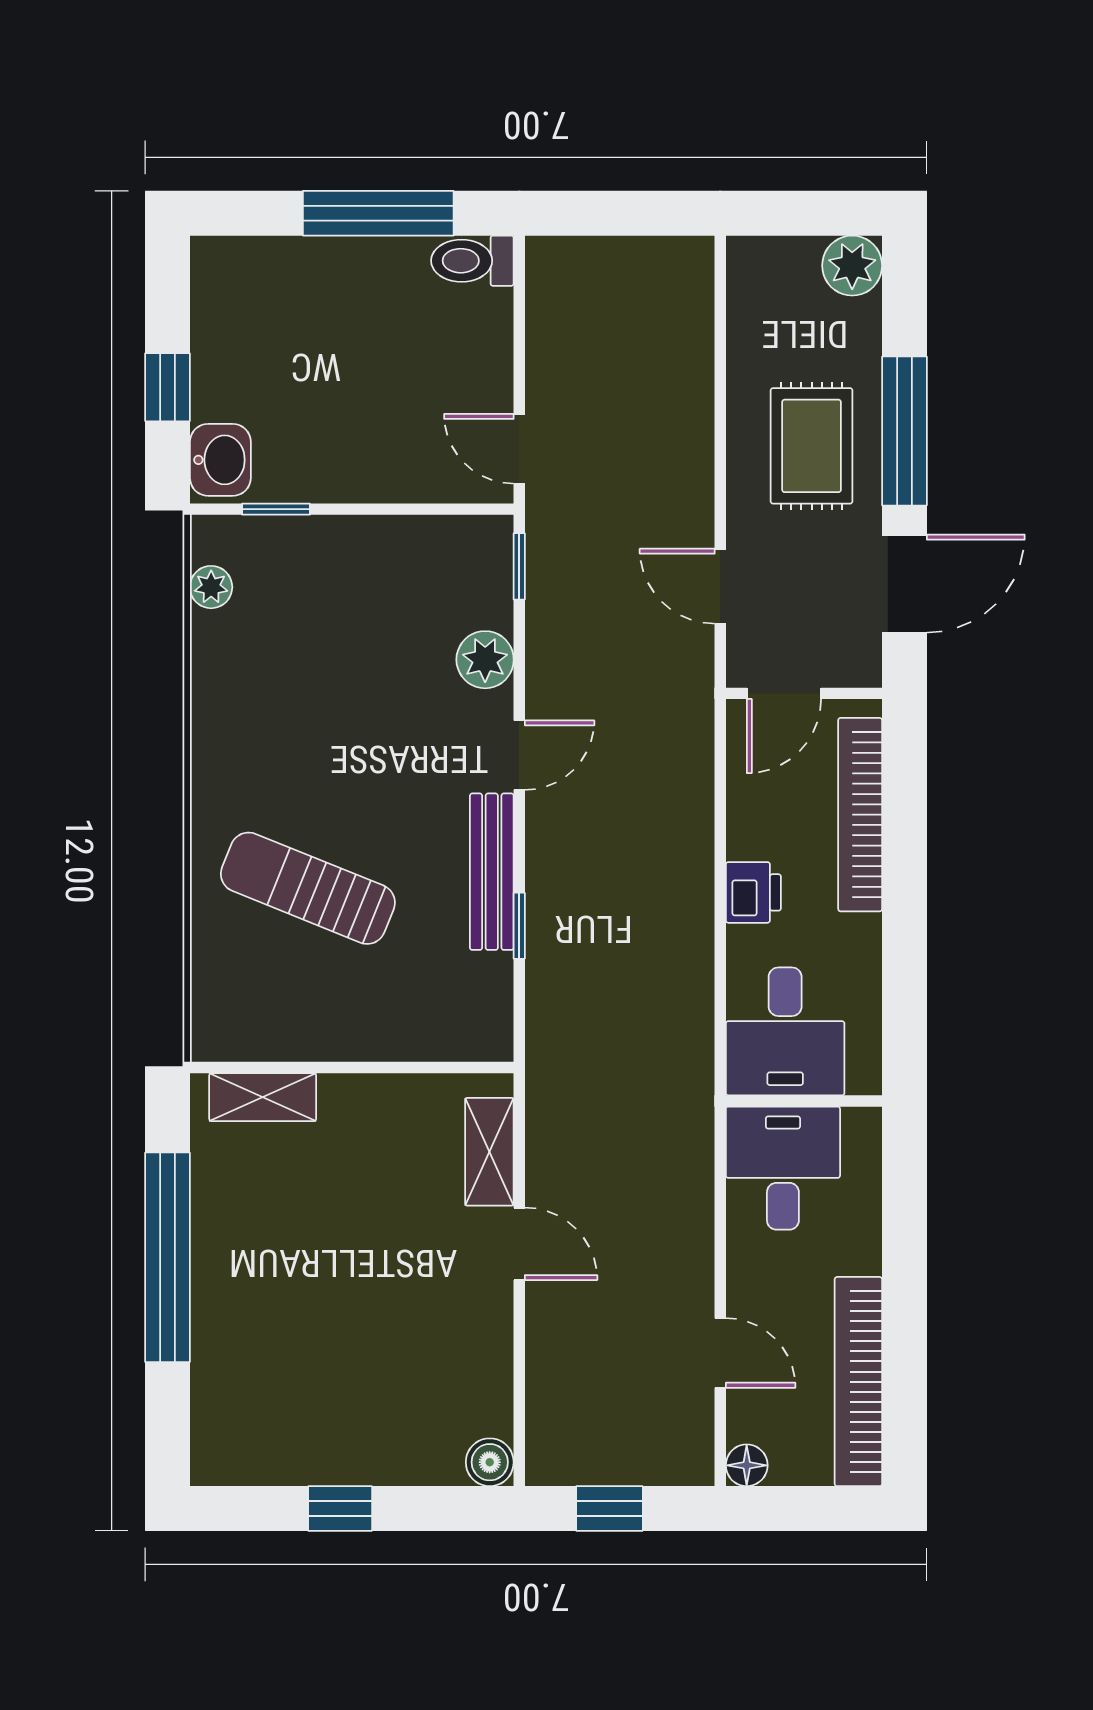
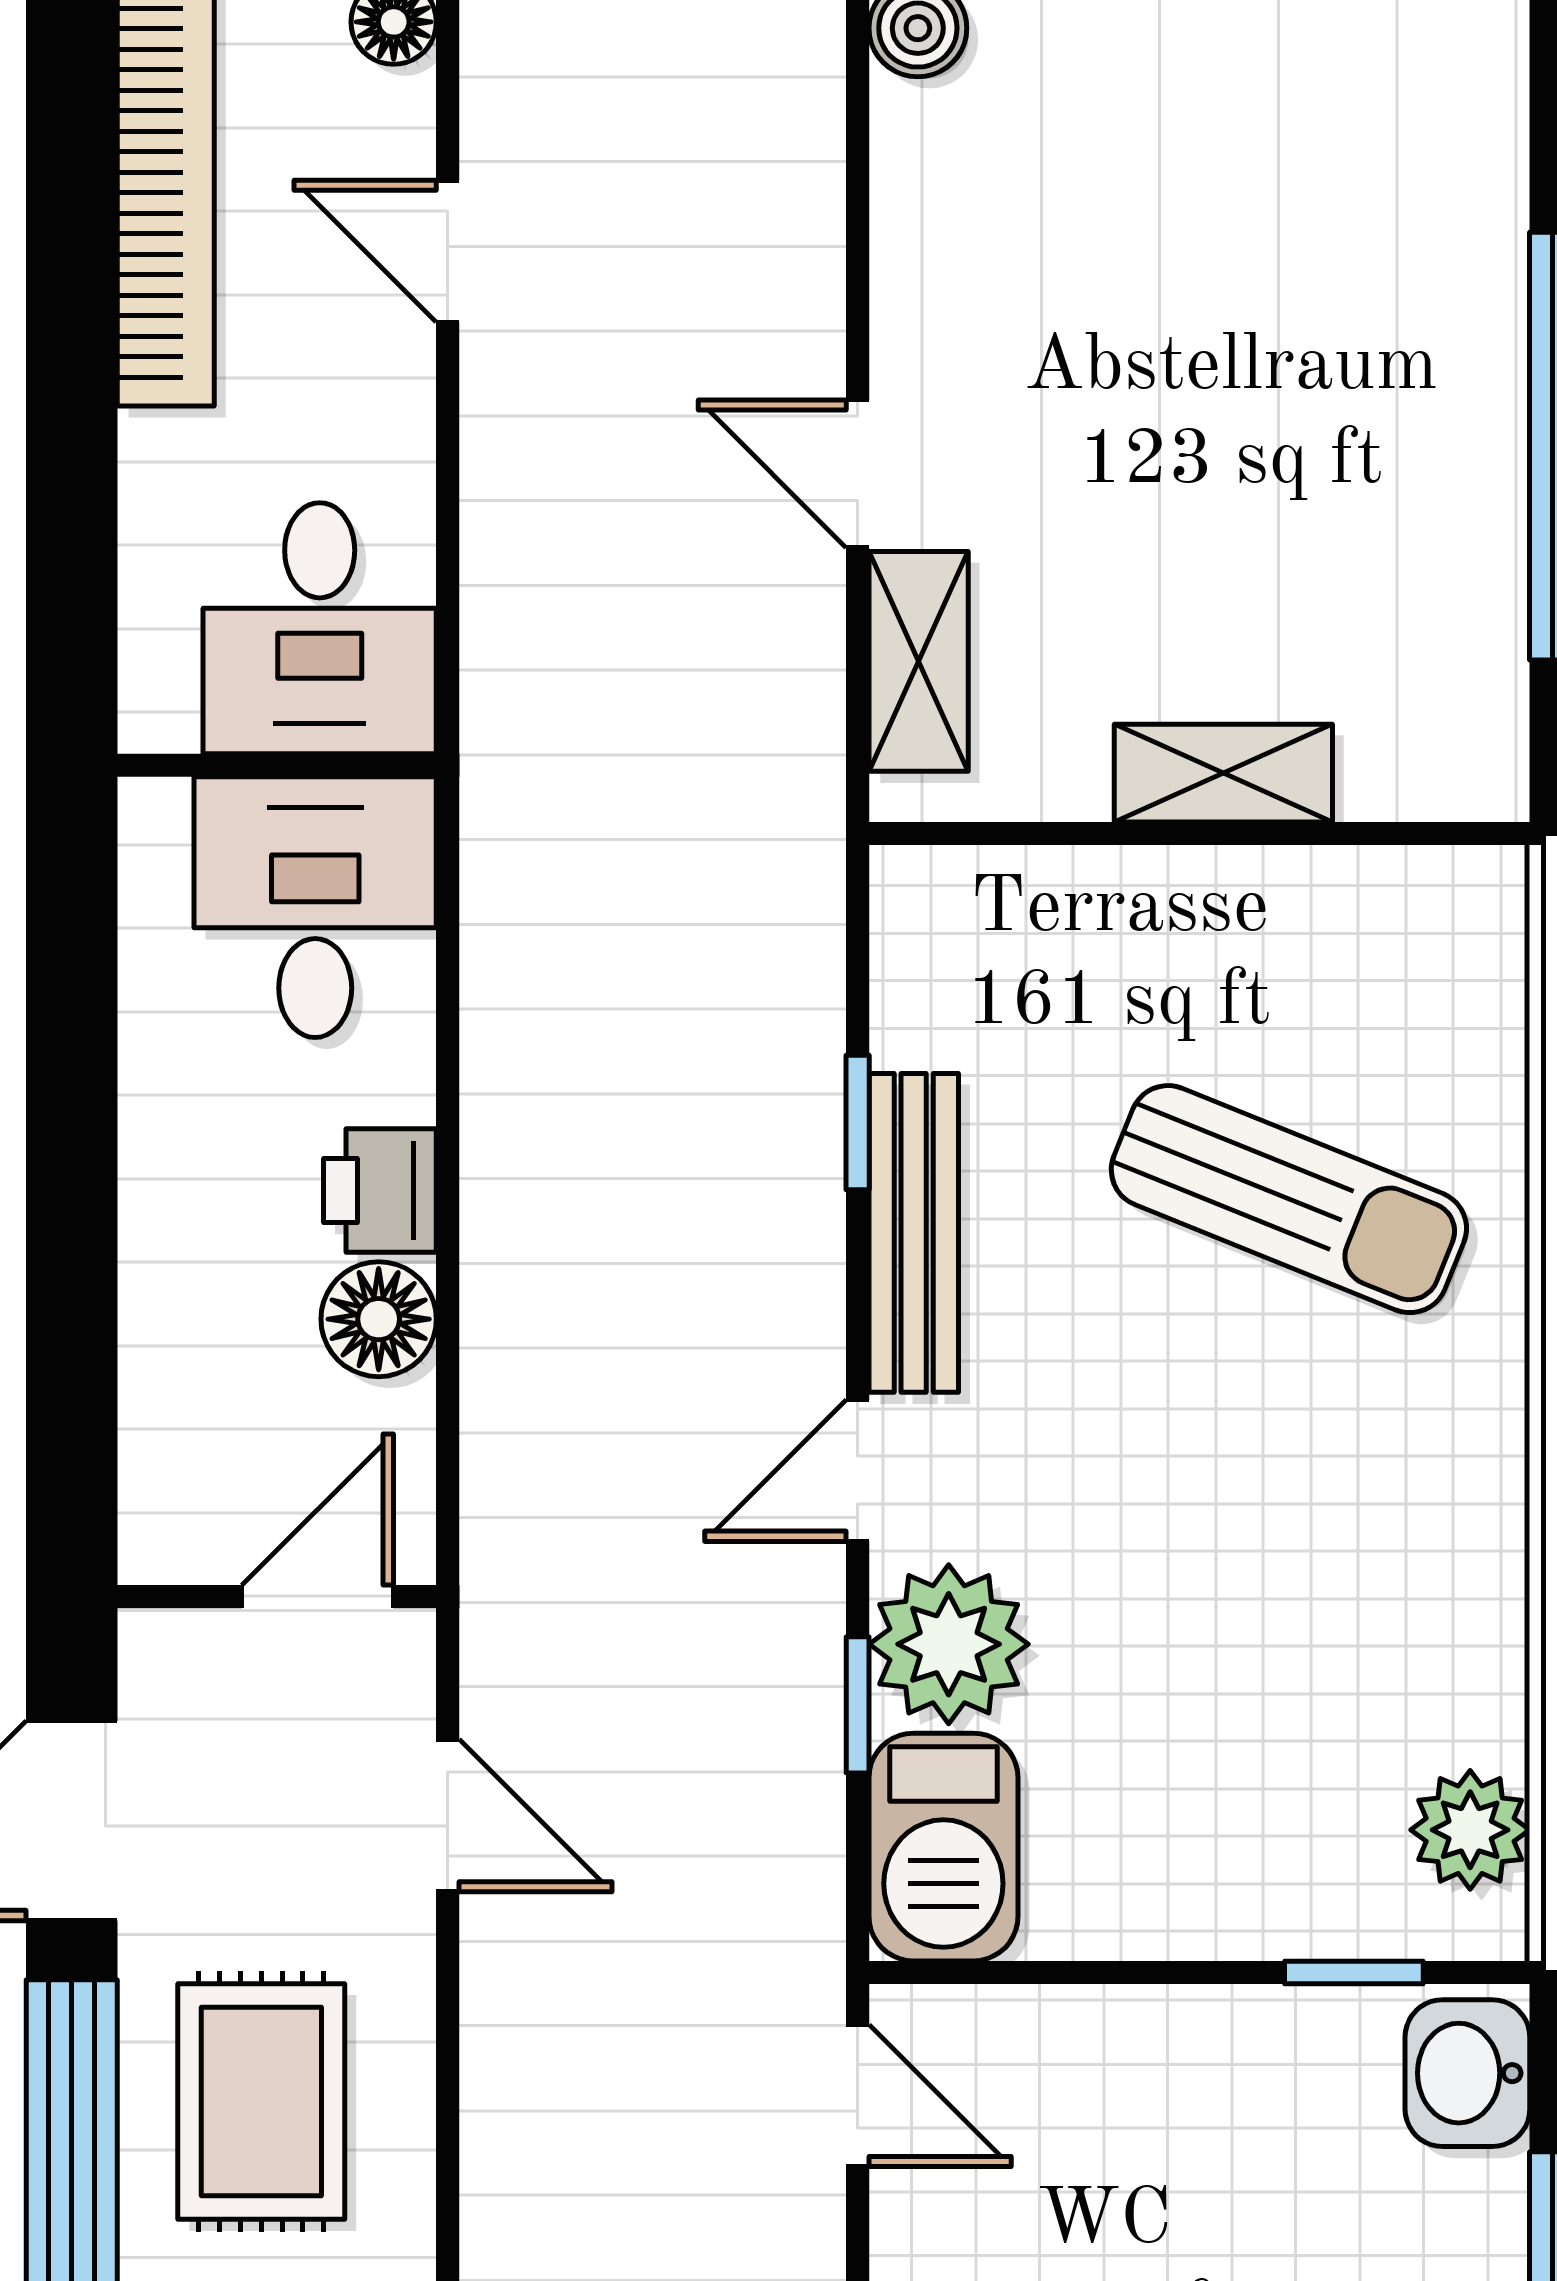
window: (519, 566) -> (858, 1705), moved
barbecue: (477, 571) -> (943, 1847), added
plant: (211, 587) -> (1470, 1830), width x1.38, depth x1.38
plant: (485, 660) -> (949, 1644), width x1.36, depth x1.36
bookcase: (860, 815) -> (162, 1349), removed
floor lamp: (754, 829) -> (379, 1319), added
shelving: (263, 1097) -> (1223, 773), moved

